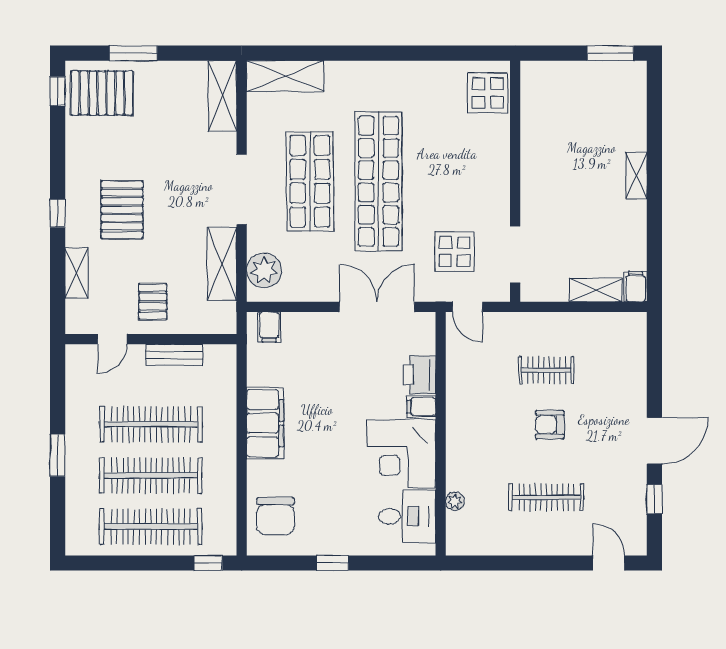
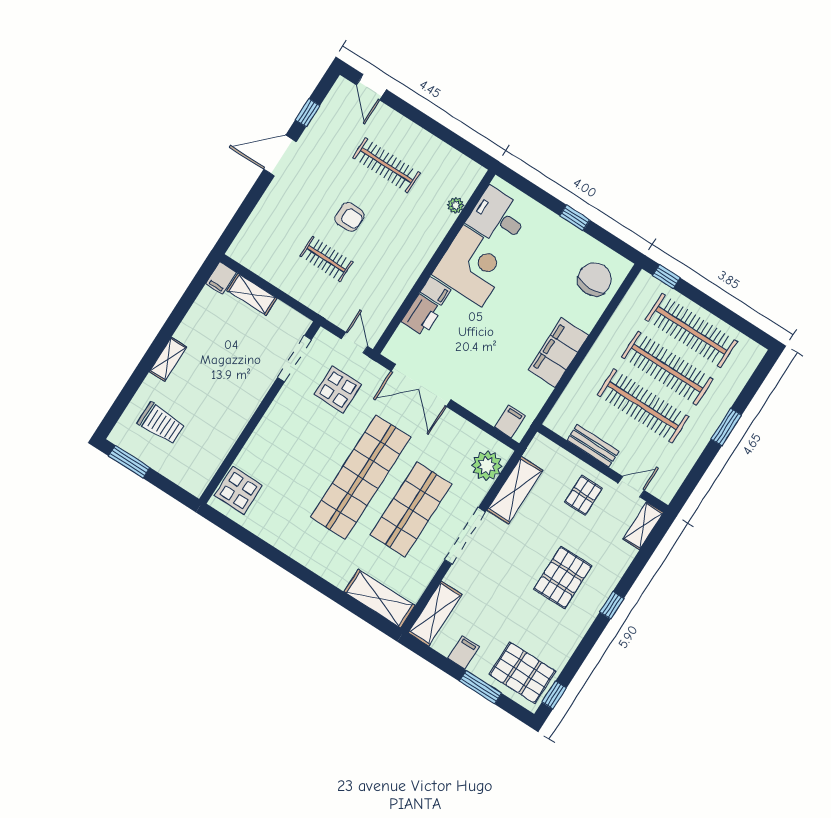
filing cabinet: (171, 76) -> (463, 652), added
trolley: (604, 110) -> (161, 423), added
shelving: (76, 273) -> (643, 526), moved

